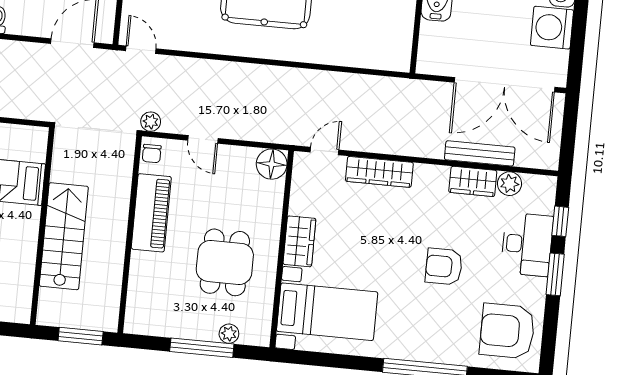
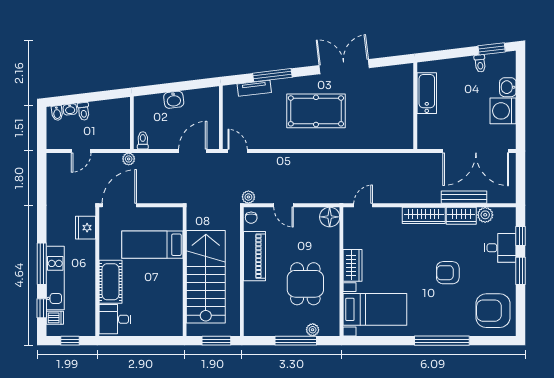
wardrobe: (379, 172) -> (424, 215), moved
stairs: (64, 236) -> (206, 277), width x1.36, depth x1.51
desk: (527, 244) -> (500, 248), width x0.73

